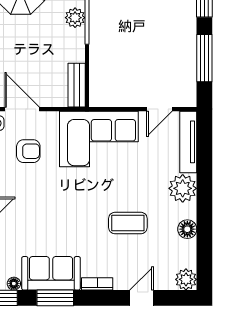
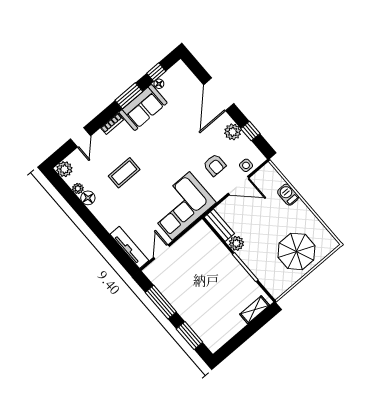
plant: (75, 18) -> (236, 243), moved
armchair: (28, 151) -> (215, 165), turned -90
plant: (183, 188) -> (78, 189), moved, width x0.53, depth x0.53

